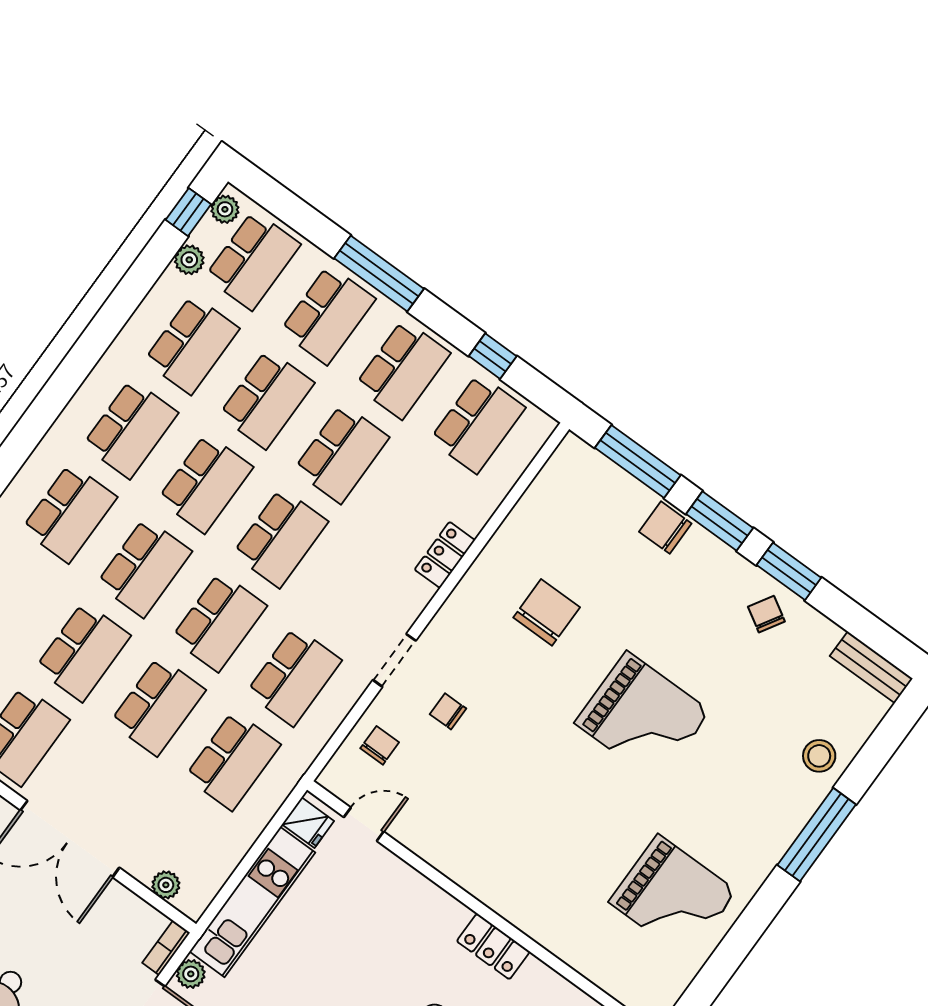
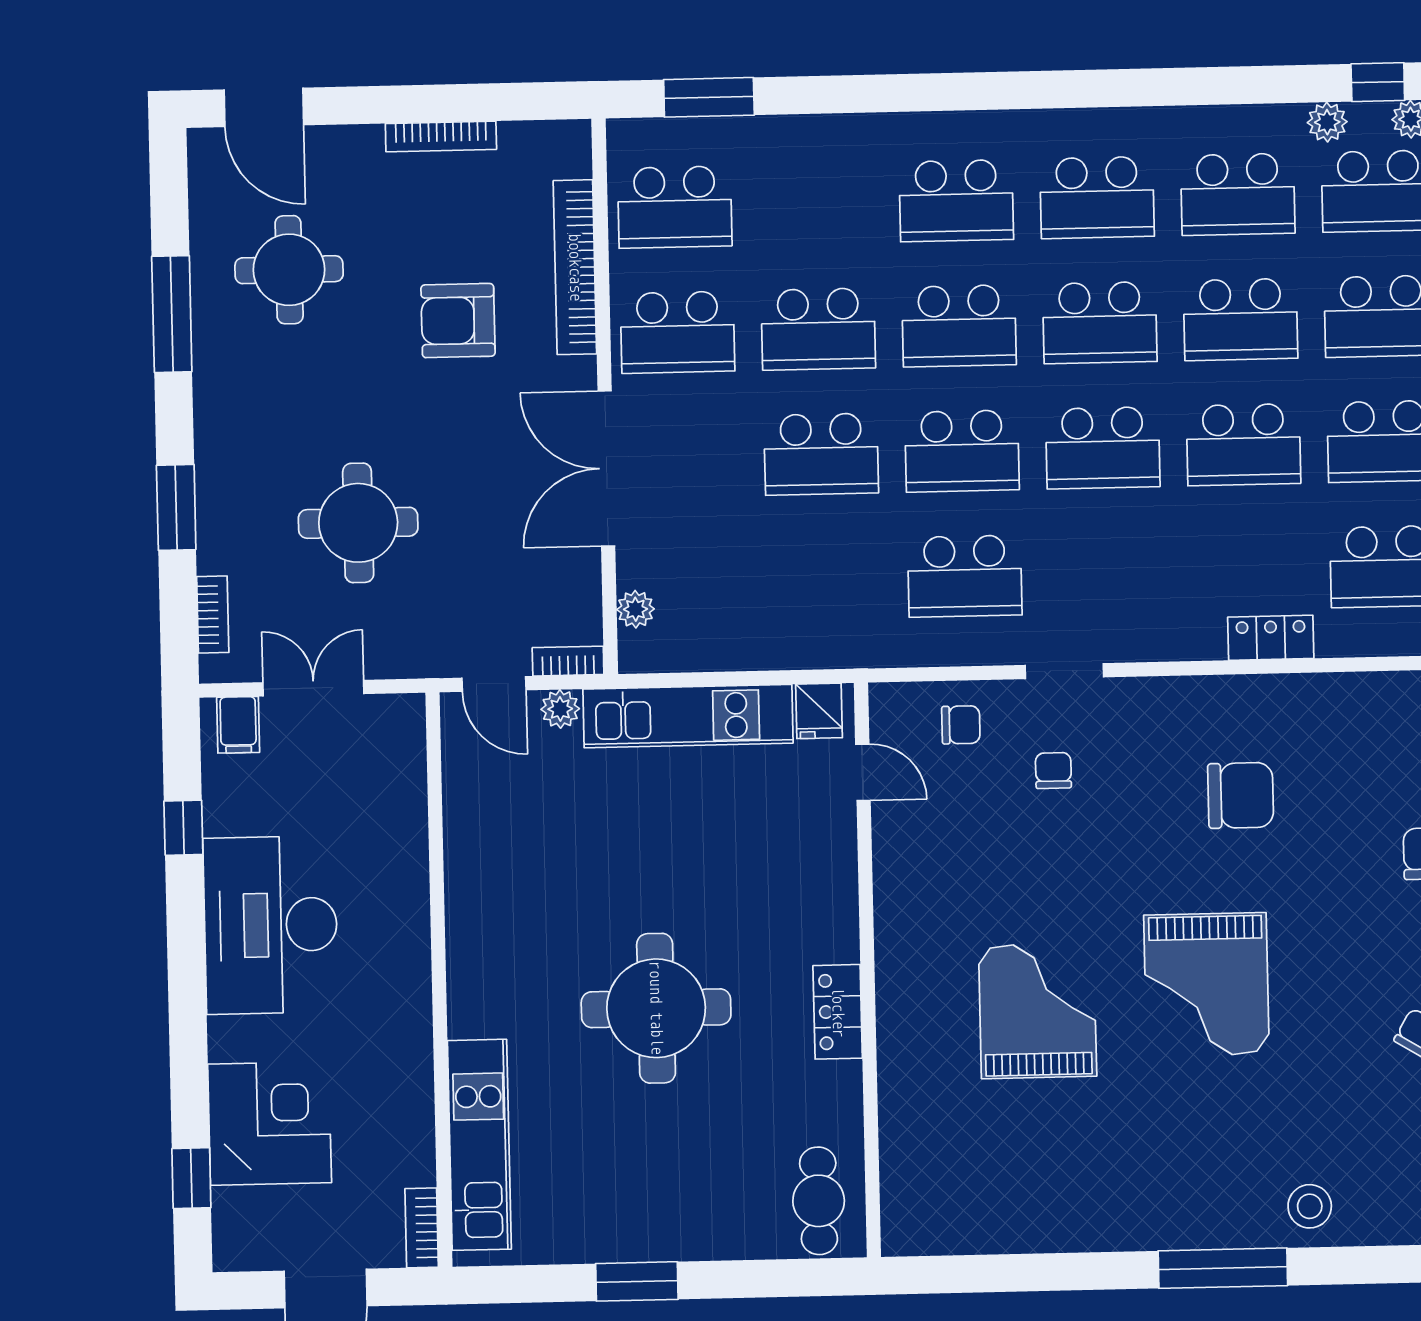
locker: (445, 555) -> (1271, 638), moved
school desk: (233, 761) -> (824, 579), removed
grand piano: (673, 897) -> (1038, 1011), moved, turned 180

